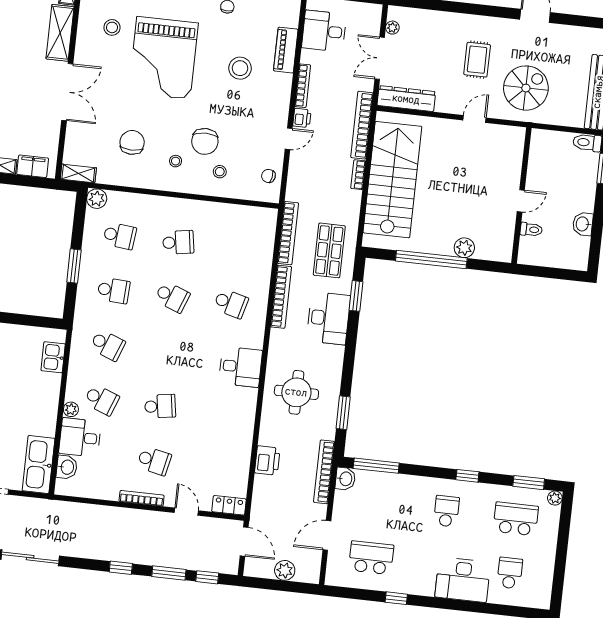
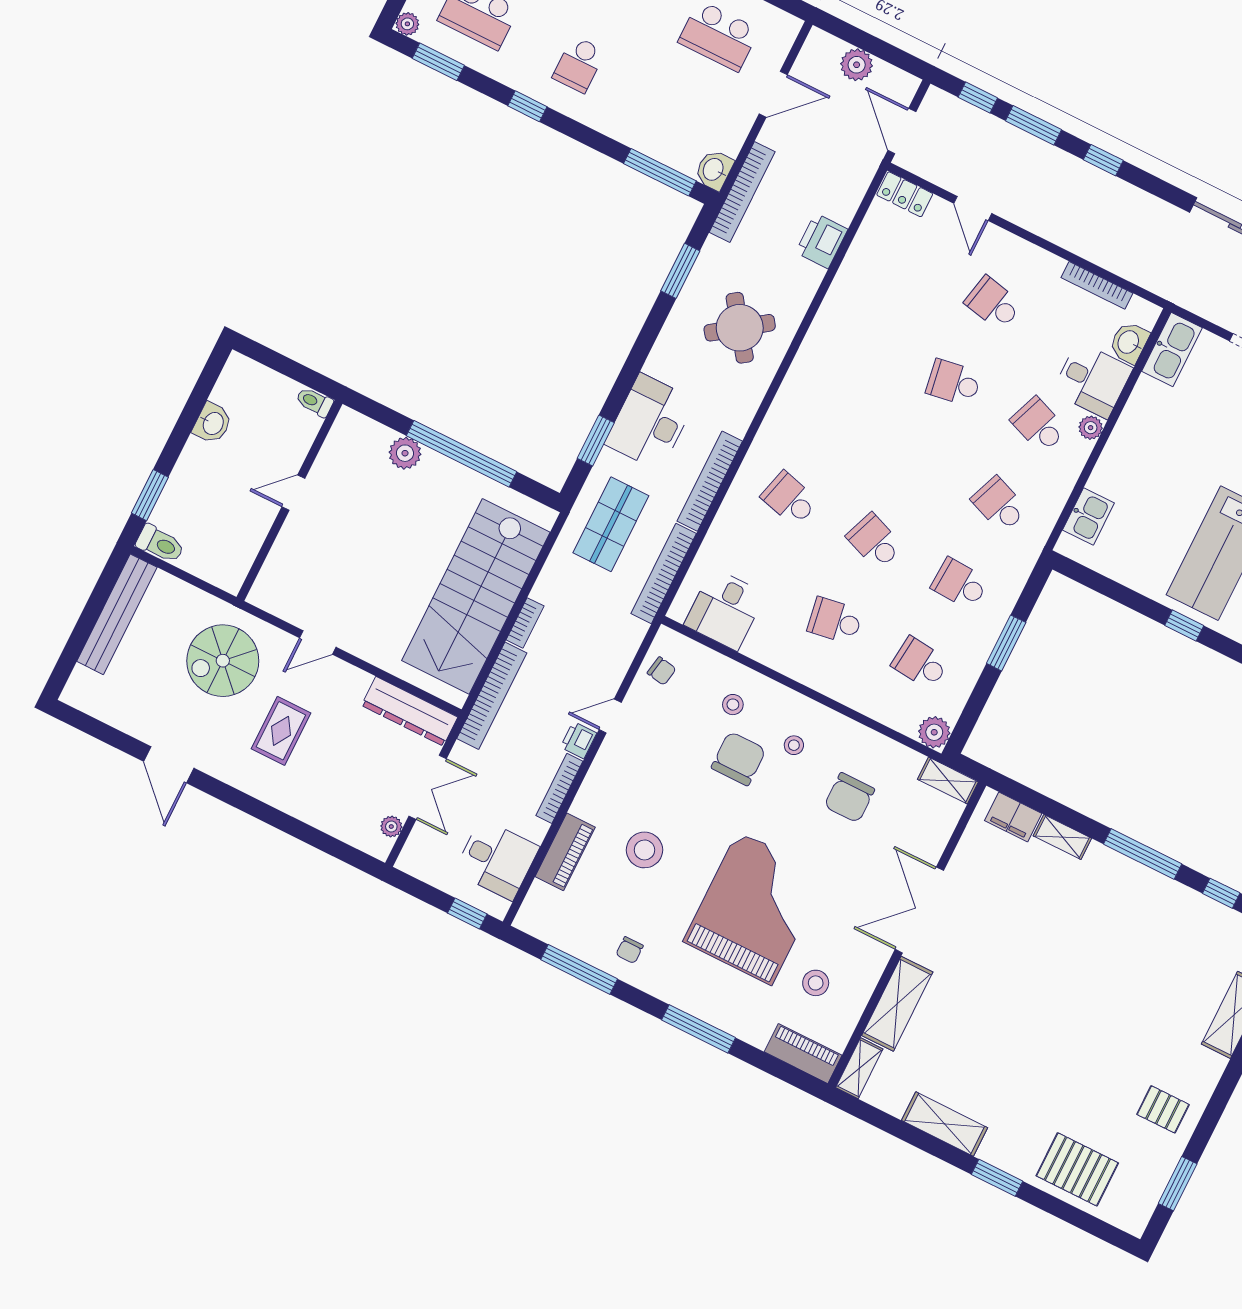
toilet: (531, 230) -> (314, 402), moved
desk: (240, 367) -> (725, 609), moved, turned -90
round table: (296, 392) -> (740, 328), turned -36
kitchen sink: (39, 465) -> (1172, 350), width x0.73, depth x0.81
bookcase: (142, 498) -> (1097, 285), moved

